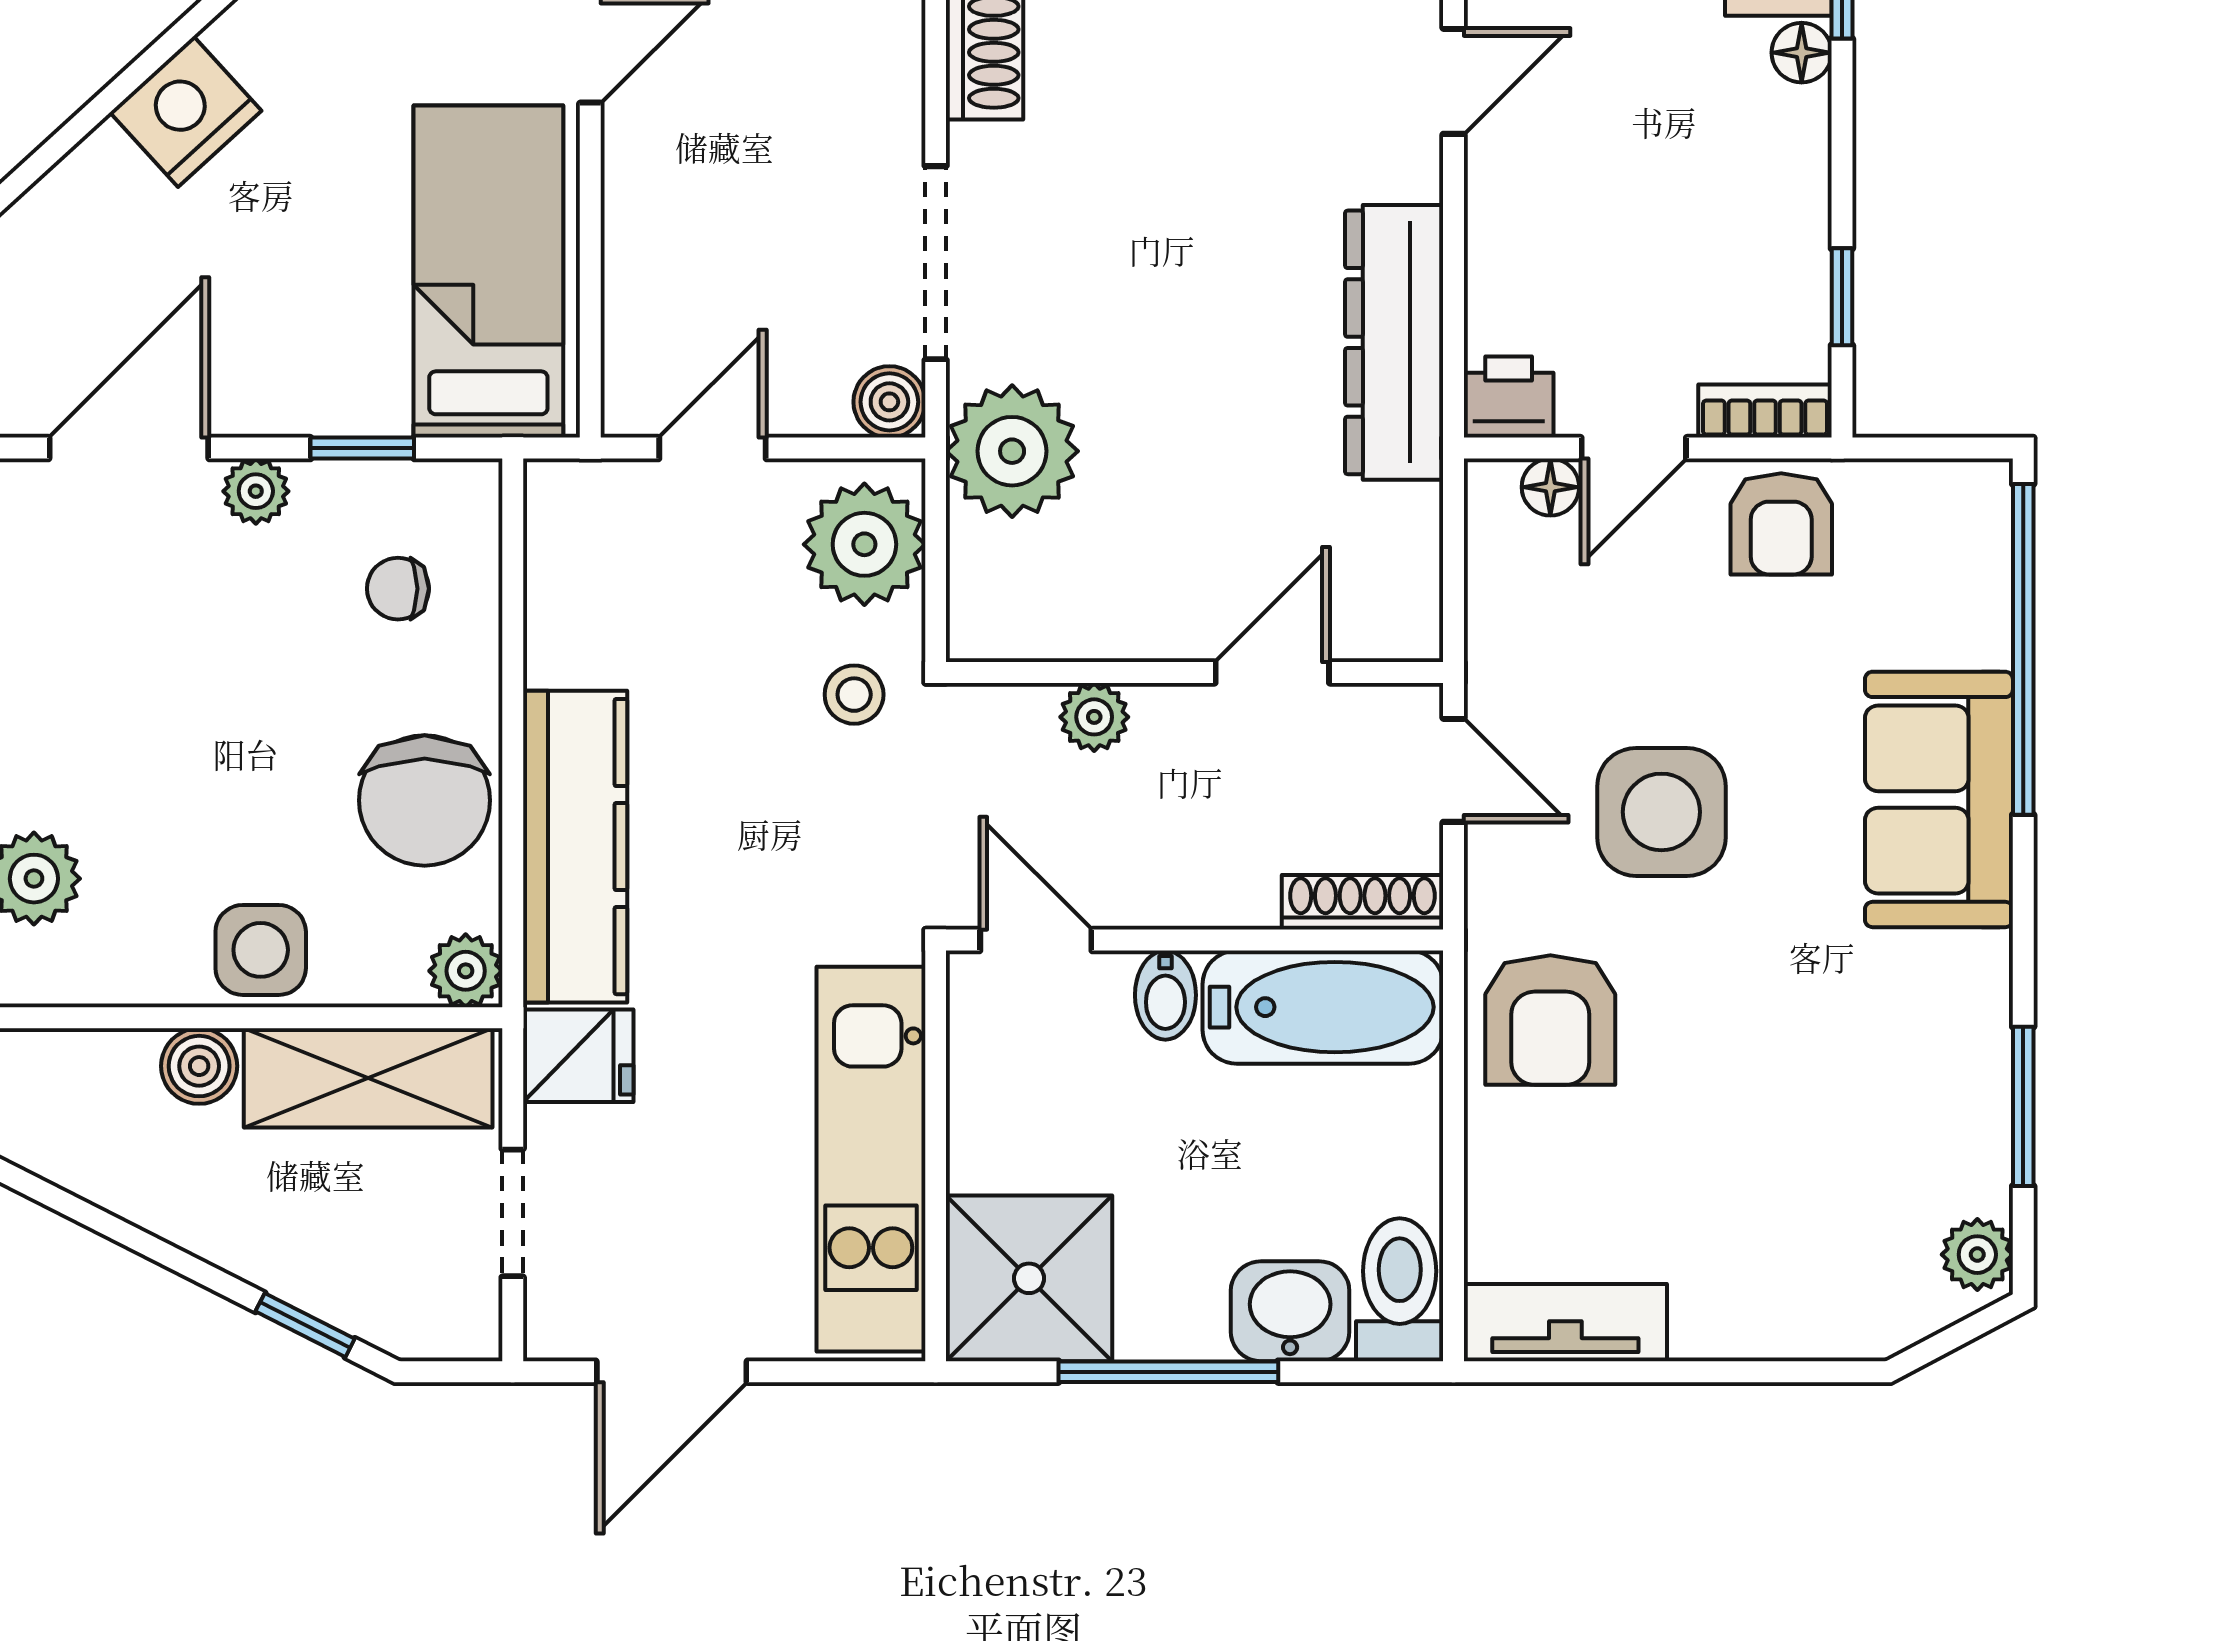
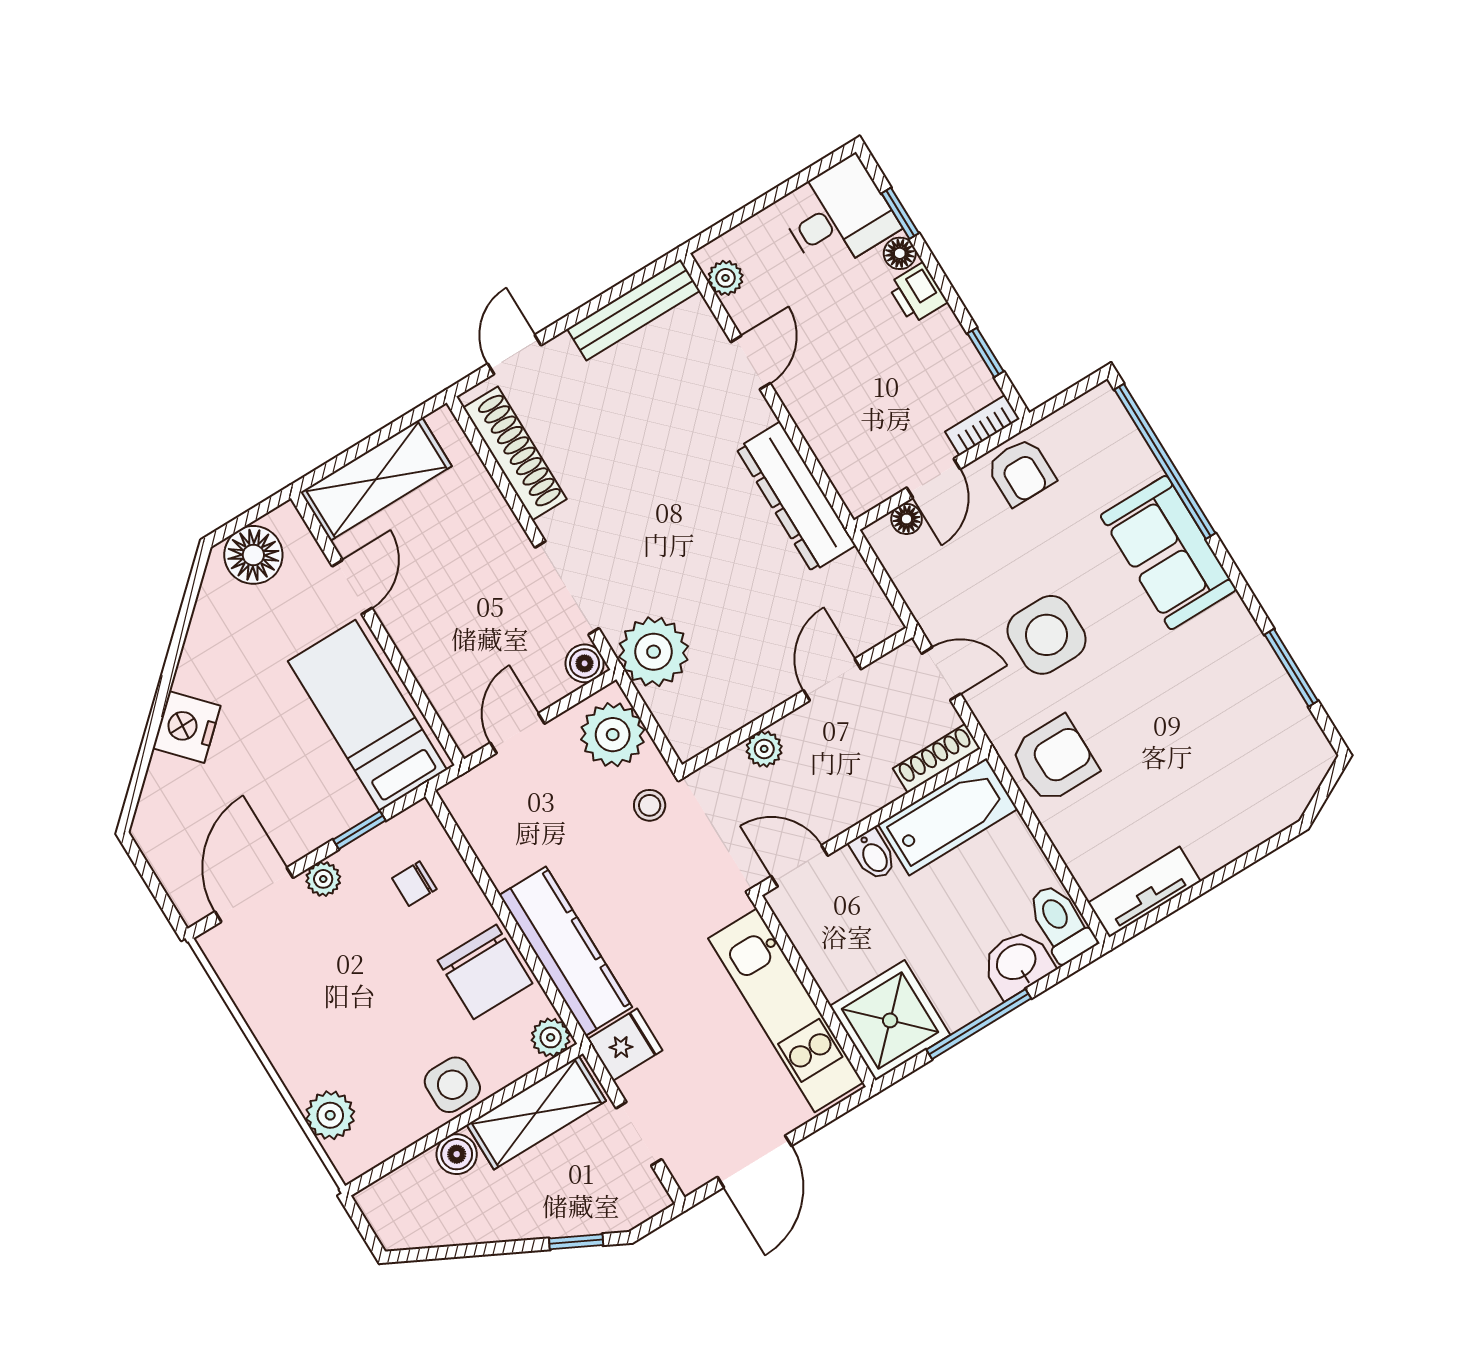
printer: (1509, 397) -> (917, 293), moved, turned -90
armchair: (1550, 1020) -> (1054, 760), turned -90
plant: (1977, 1255) -> (1312, 747), removed

